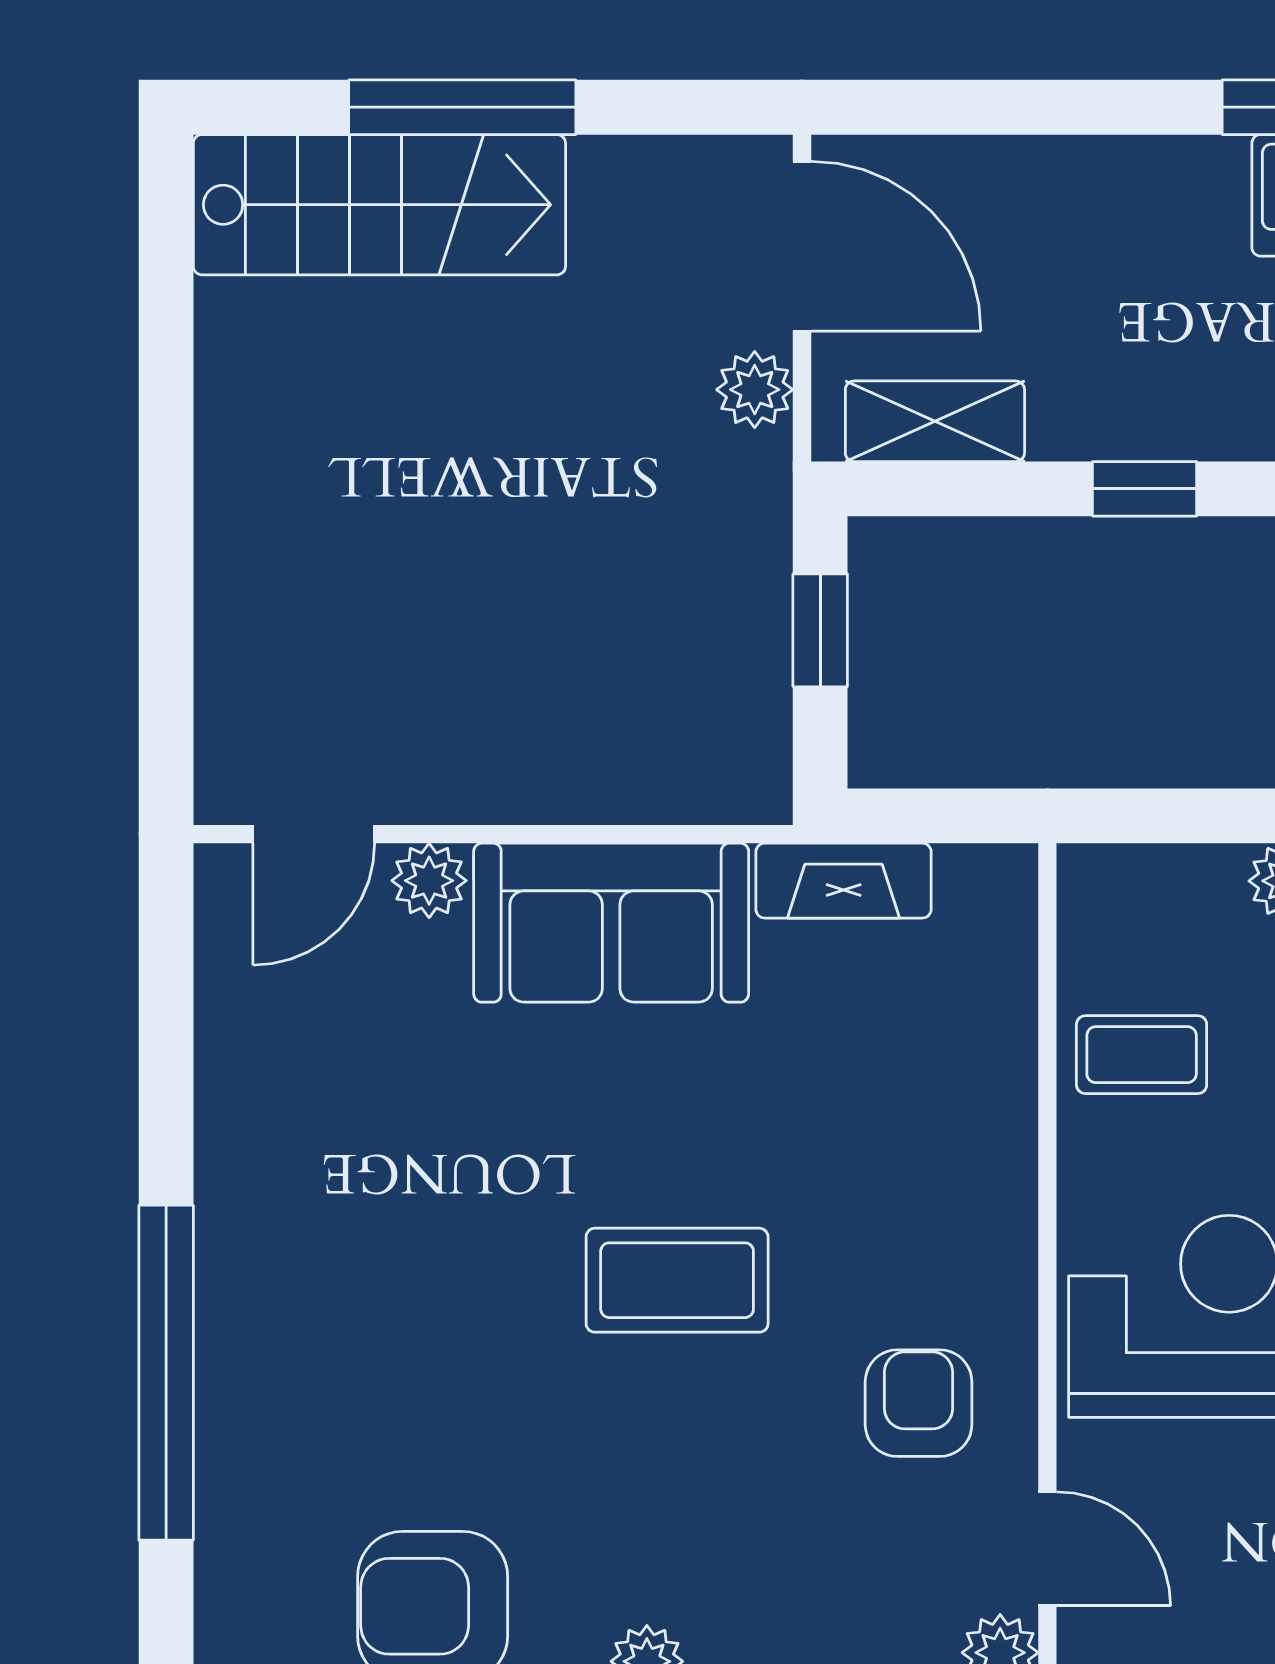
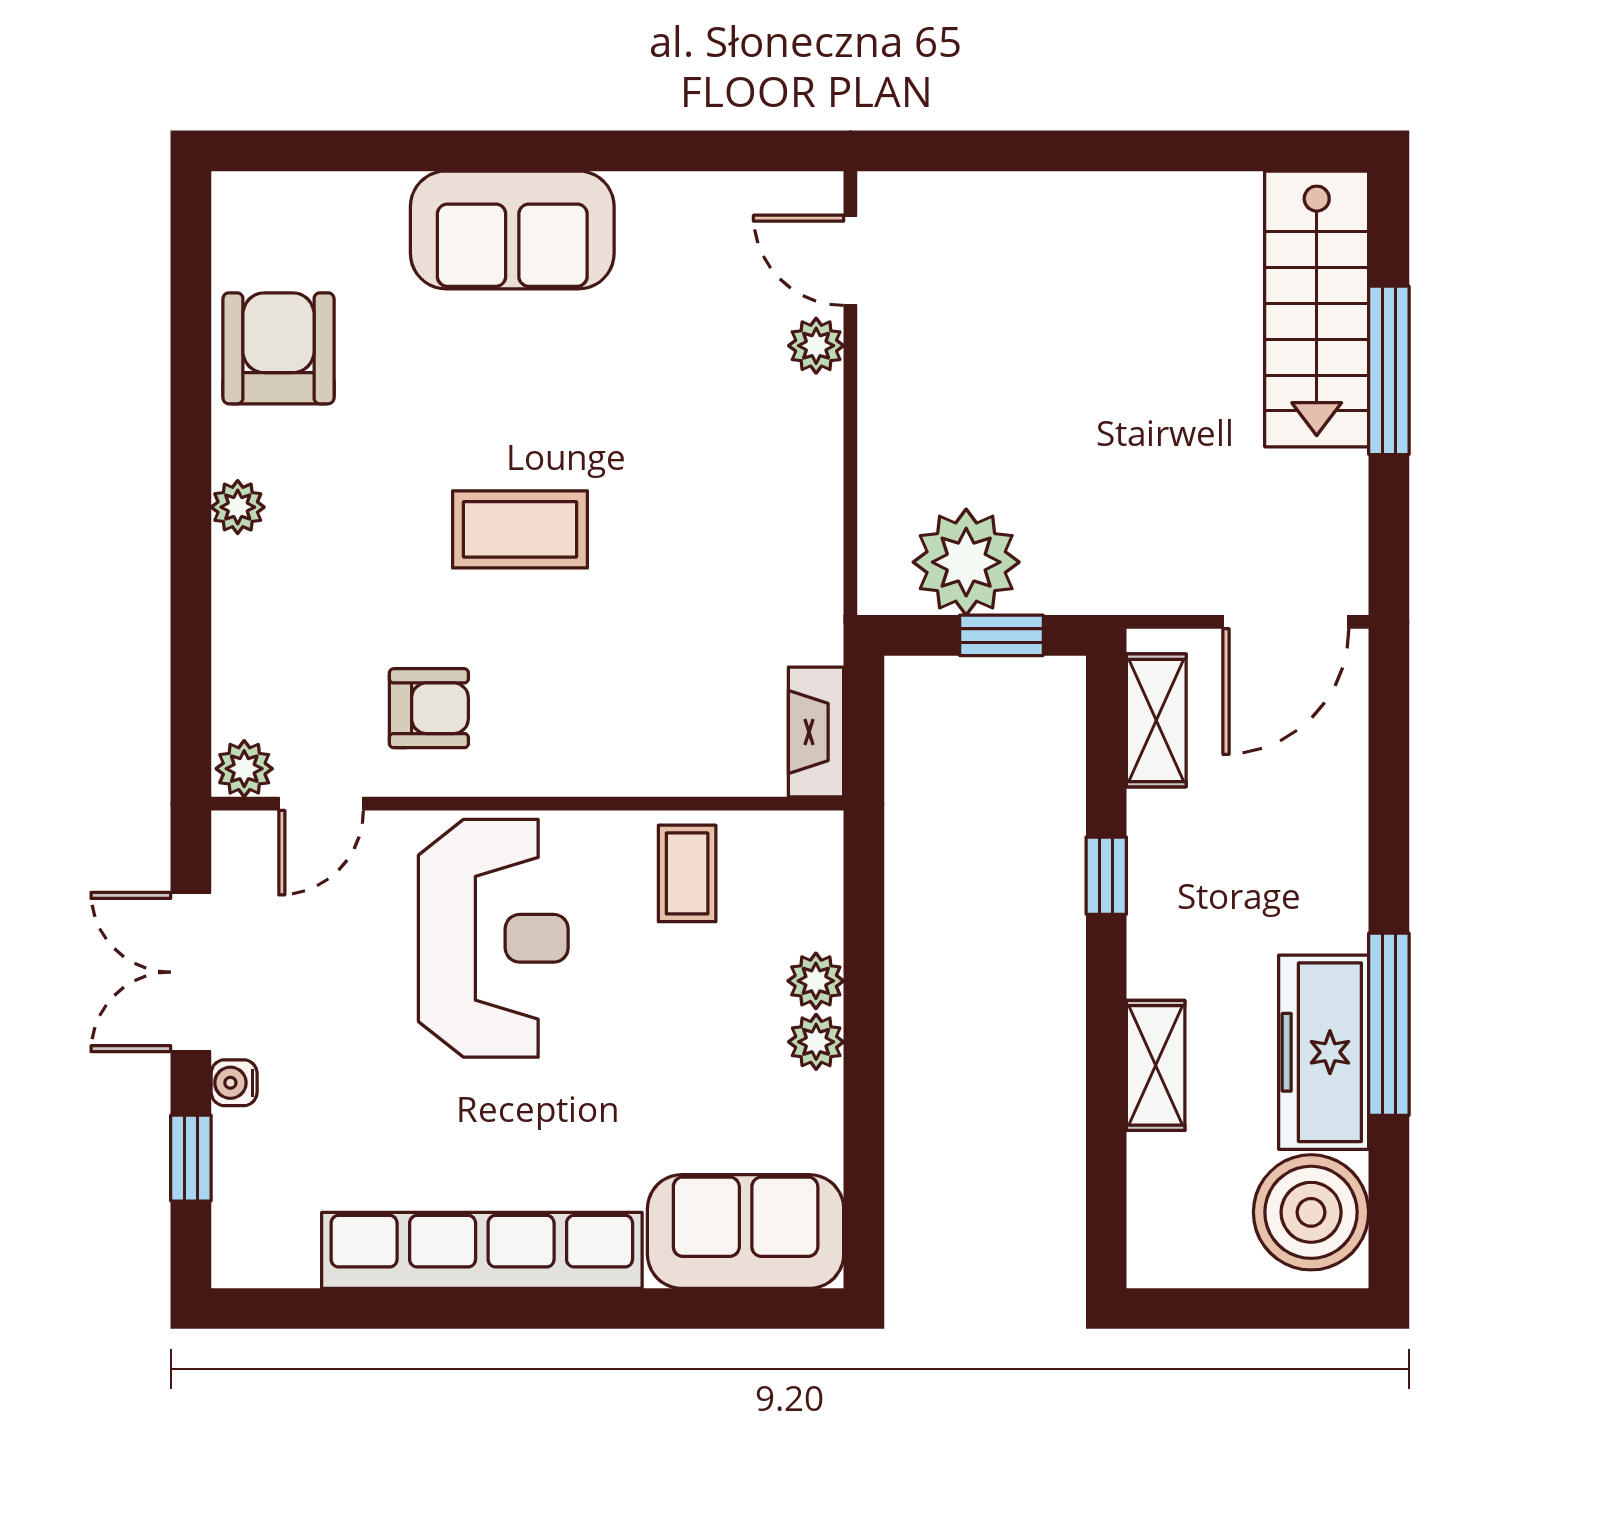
plant: (755, 390) -> (966, 562), moved, width x1.88, depth x1.88
fireplace: (844, 881) -> (816, 732), moved
sofa: (611, 923) -> (512, 230), moved, turned -90
coffee table: (677, 1280) -> (520, 529), turned 90
window: (166, 1373) -> (452, 151), removed

